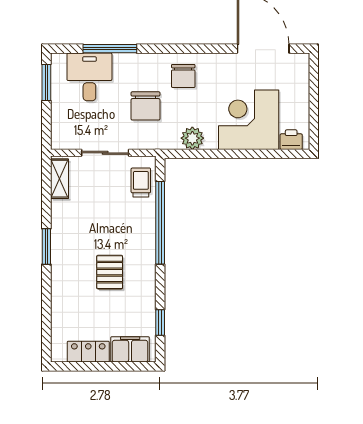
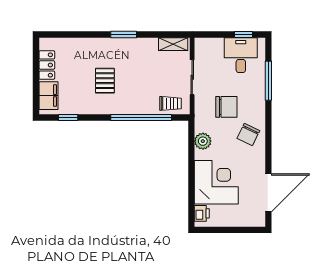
chair: (183, 76) -> (248, 134), turned -64
desk: (89, 77) -> (241, 55), moved, turned -90
window: (46, 83) -> (244, 34), width x0.67
chair: (146, 106) -> (226, 107), turned 180
pallet: (110, 272) -> (105, 81), turned 90

